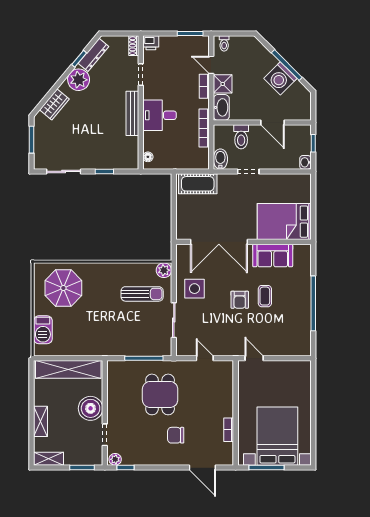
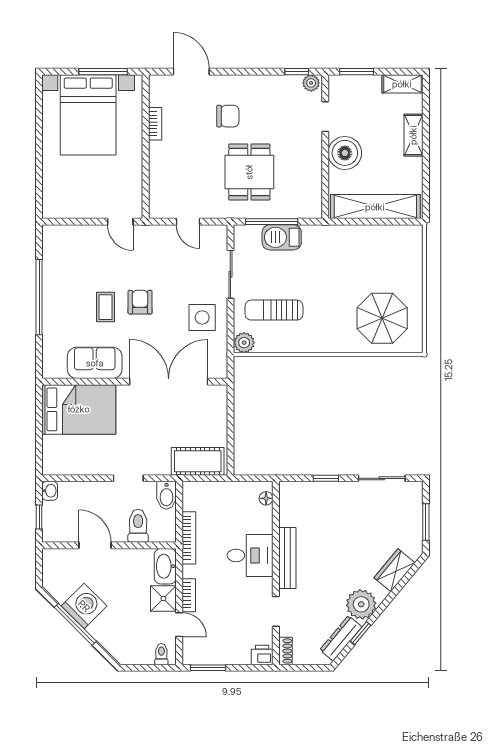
barbecue: (43, 330) -> (282, 237), moved, turned -90

